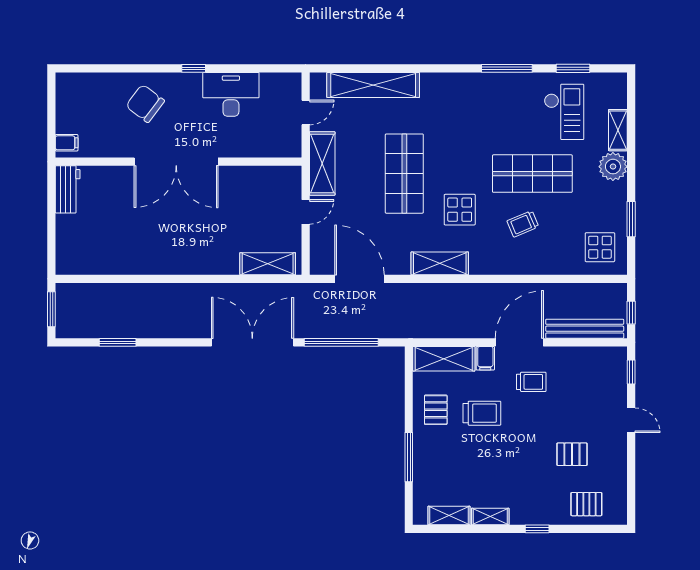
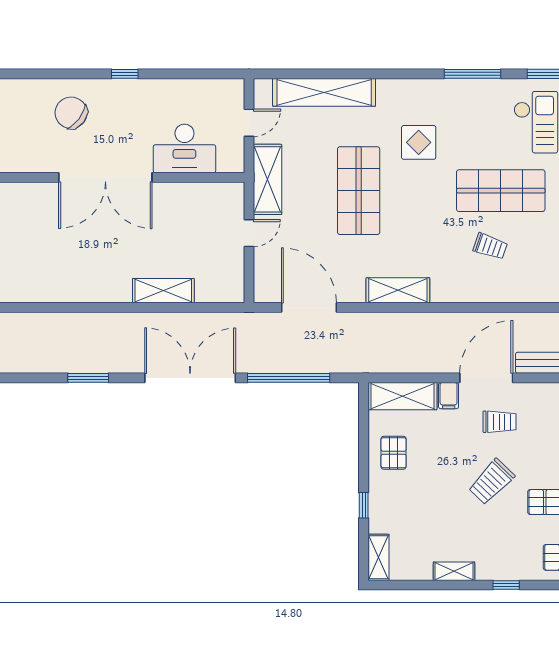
desk: (231, 94) -> (184, 149), moved, turned 180
display table: (460, 210) -> (419, 142), moved
trolley: (523, 224) -> (490, 246), turned -138
shelving: (268, 264) -> (163, 291), moved
window: (118, 342) -> (88, 378), moved
trolley: (482, 413) -> (491, 482), moved, turned 134
window: (409, 457) -> (364, 505), width x0.46
shelving: (449, 516) -> (378, 557), moved, turned 90

